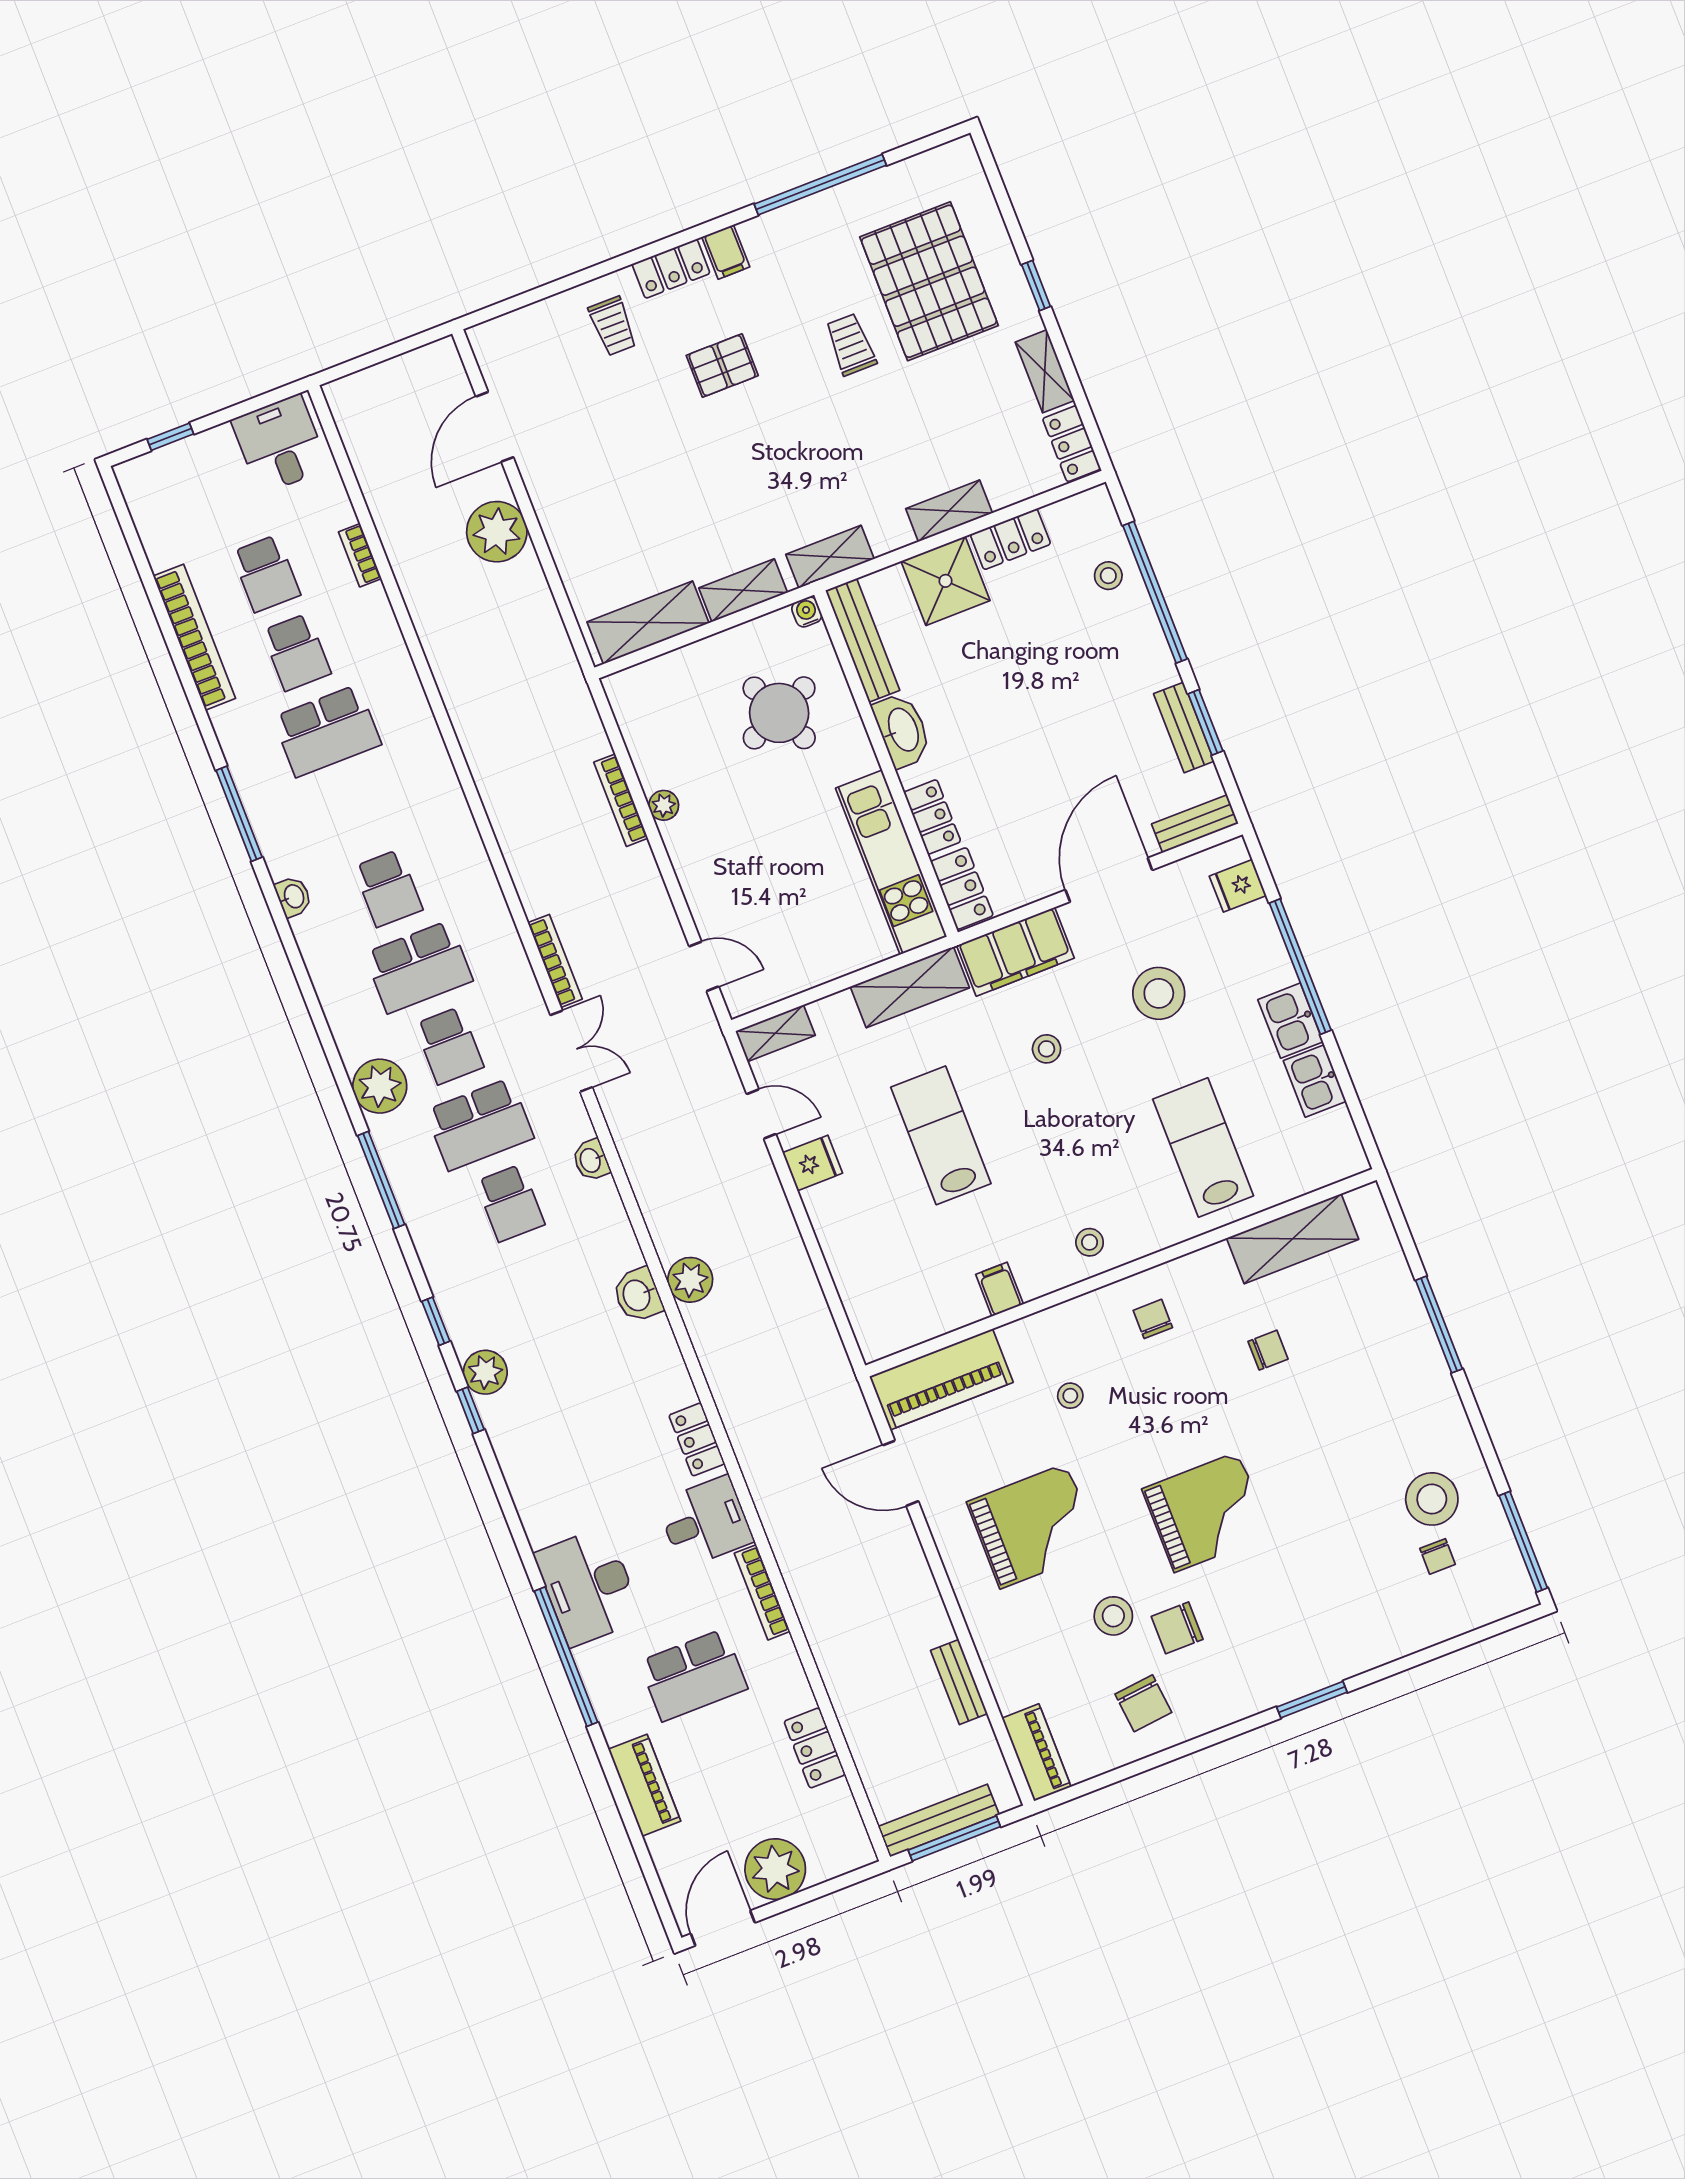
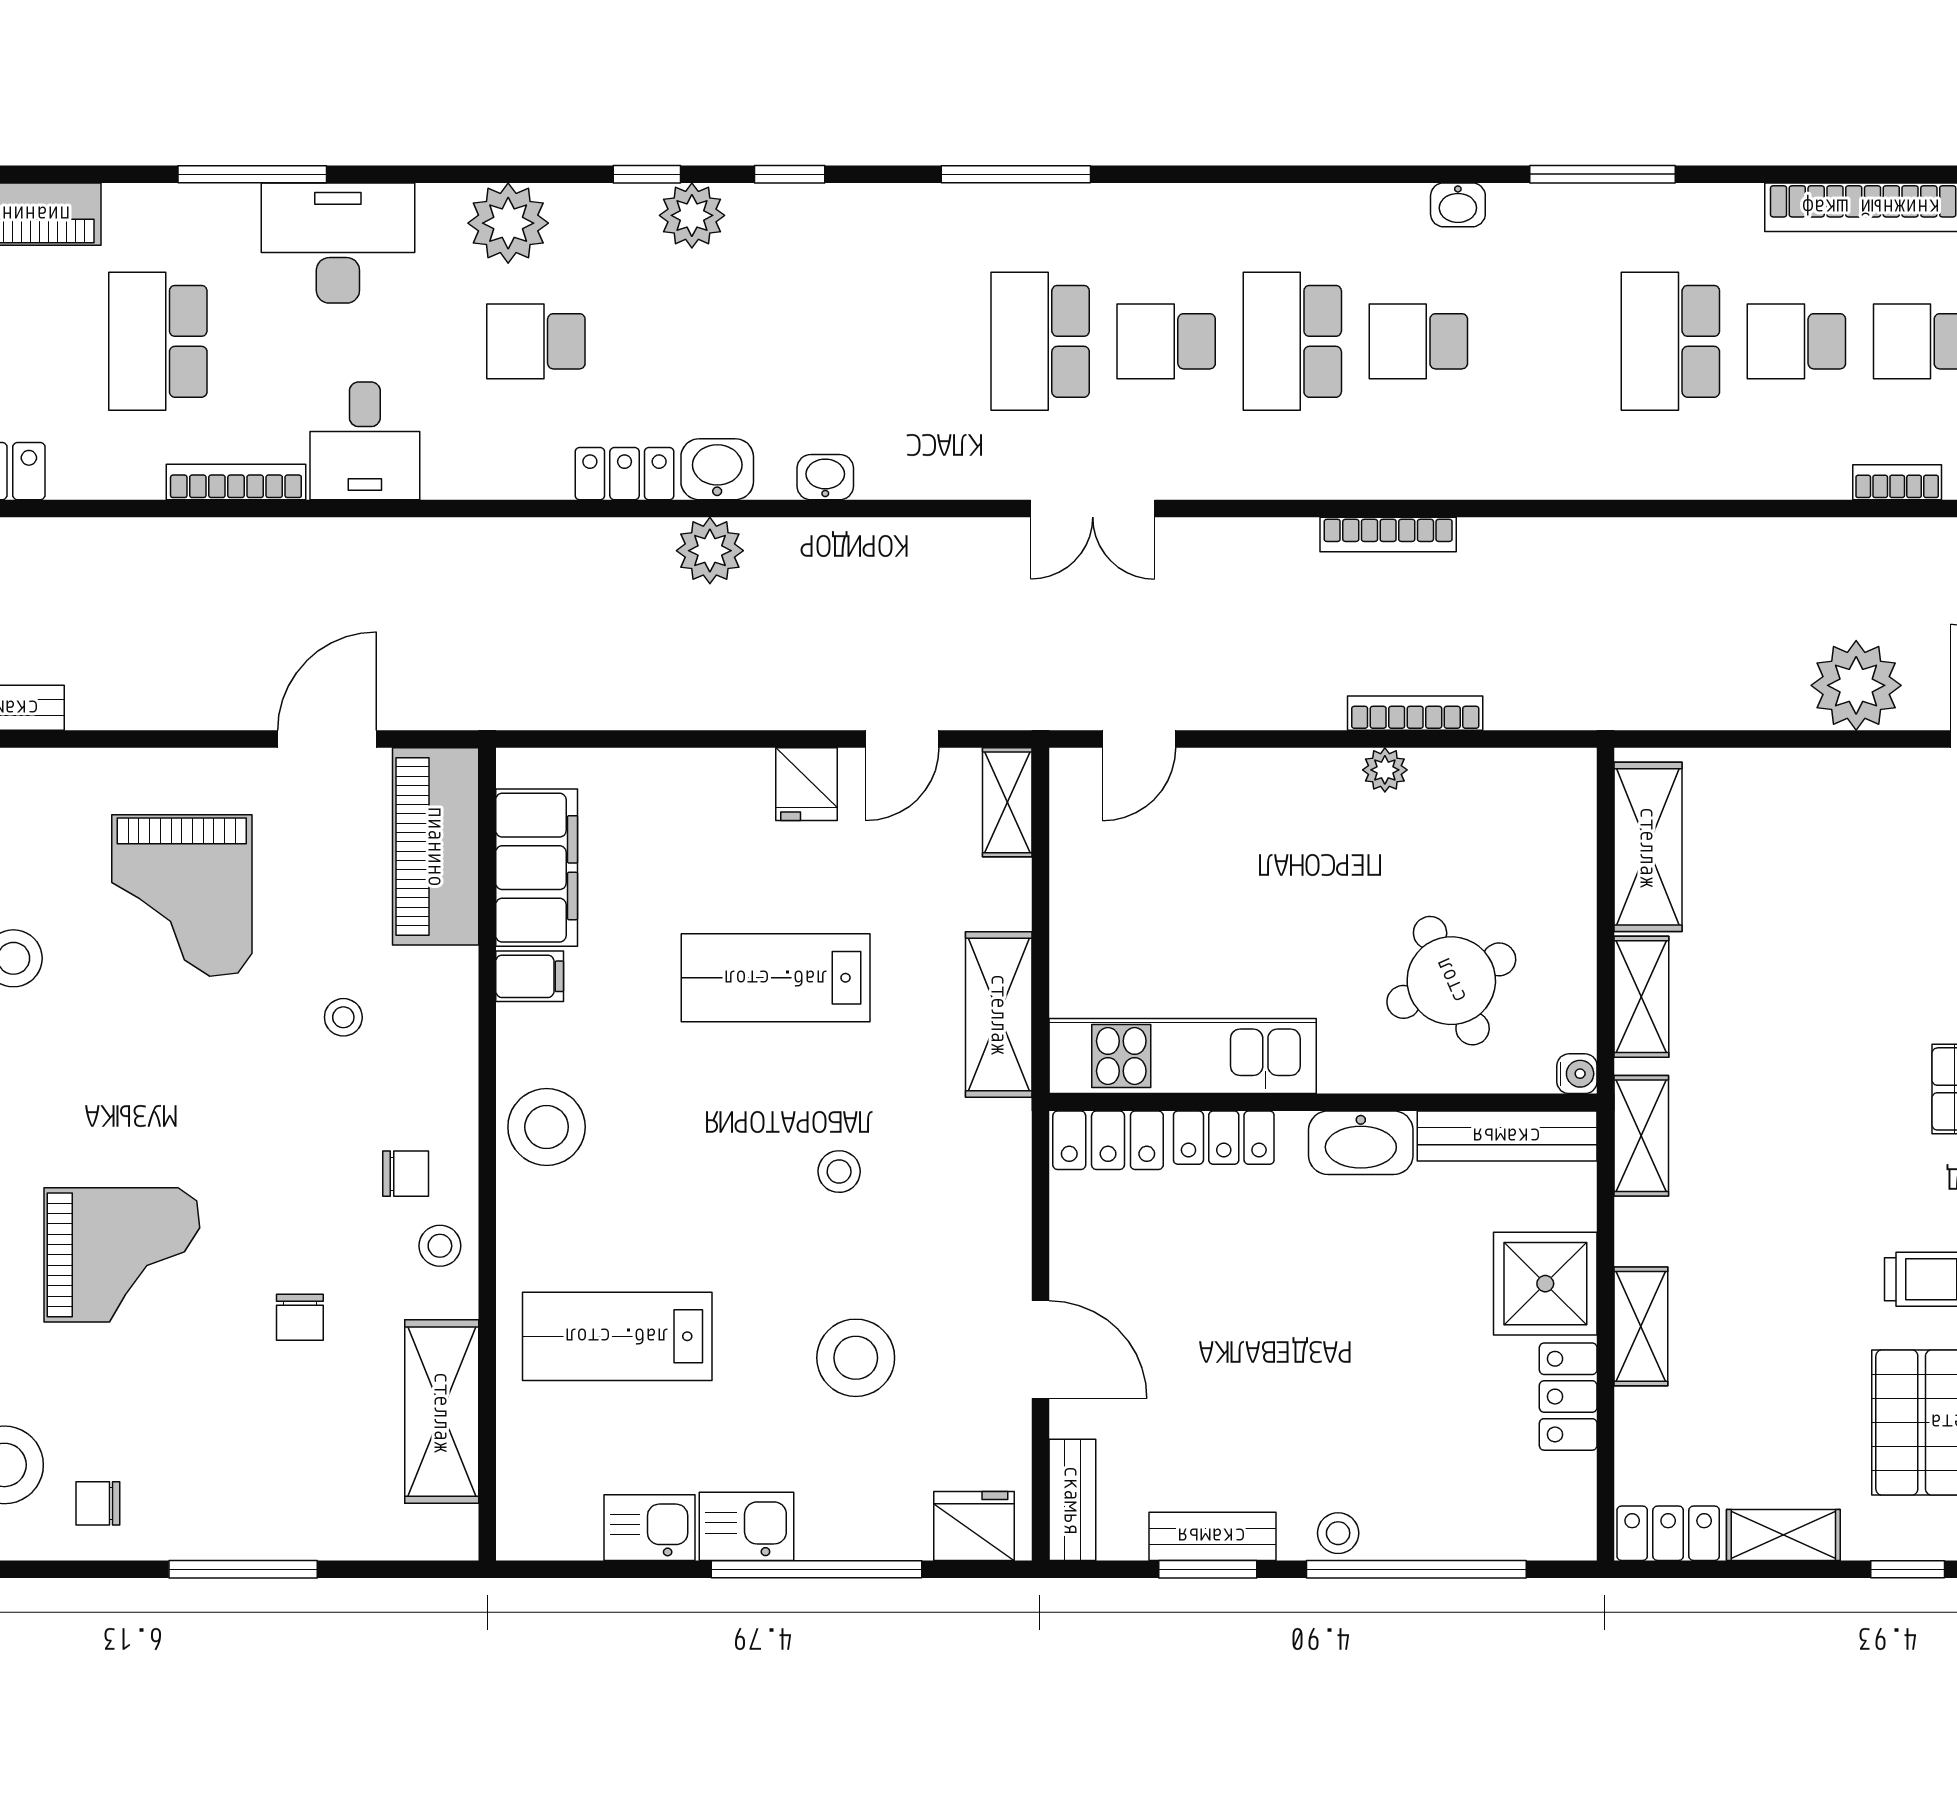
stool: (1108, 576) -> (1338, 1533), moved
door: (1109, 880) -> (1041, 1349), width x0.73
fridge: (1238, 886) -> (974, 1526), width x1.38
filing cabinet: (1015, 952) -> (537, 868), moved, turned 180
bookcase: (555, 961) -> (1388, 535), moved
plant: (380, 1086) -> (508, 223), moved
lab bench: (941, 1135) -> (776, 978), turned 180
lab bench: (1203, 1147) -> (617, 1336), turned 180
washbasin: (591, 1160) -> (825, 477), moved
school desk: (510, 1203) -> (536, 341), moved
stool: (1090, 1242) -> (547, 1127), width x1.89, depth x1.89
stool: (1190, 1280) -> (440, 1246), added
chair: (1433, 1431) -> (98, 1503), added
locker: (697, 1439) -> (625, 474), moved
grand piano: (1206, 1512) -> (122, 1255), moved, turned -90
window: (566, 1657) -> (252, 174), width x0.68

